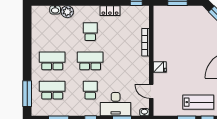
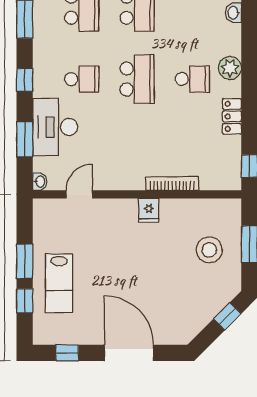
plant: (67, 12) -> (230, 68), moved
stool: (181, 23) -> (209, 250), added
fridge: (160, 67) -> (149, 210), moved

